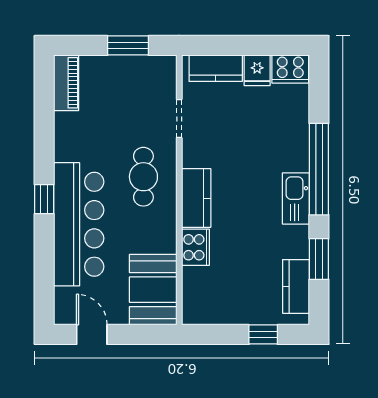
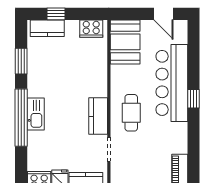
kitchen counter: (196, 198) -> (98, 116), moved
kitchen sink: (296, 198) -> (36, 114), moved
cooker: (195, 247) -> (91, 29), moved, turned -90
kitchen counter: (296, 286) -> (47, 28), moved, turned 90

